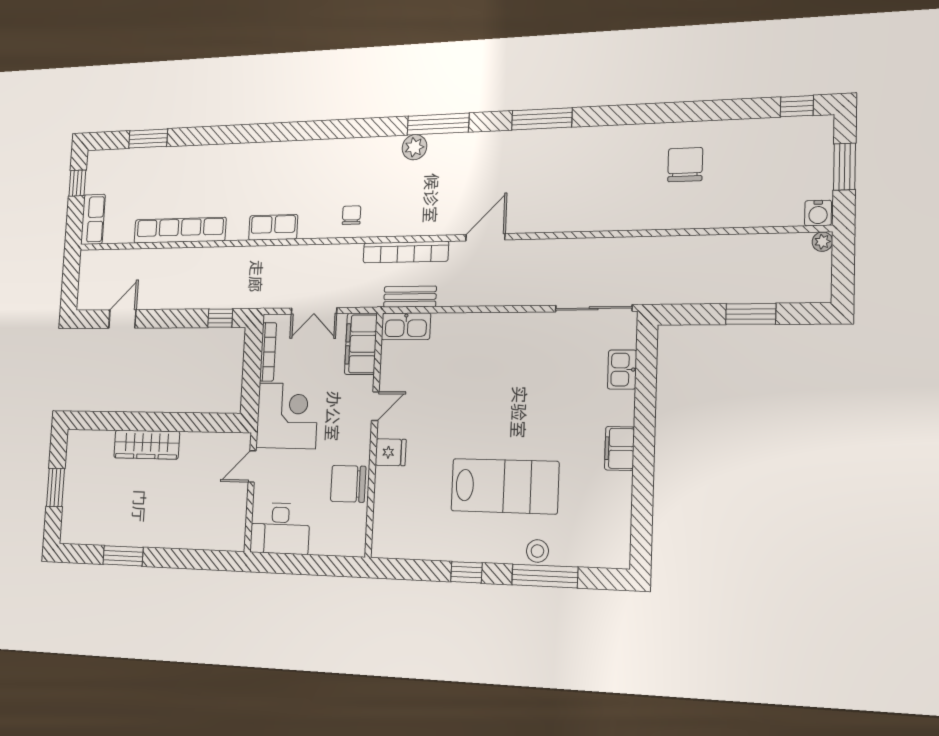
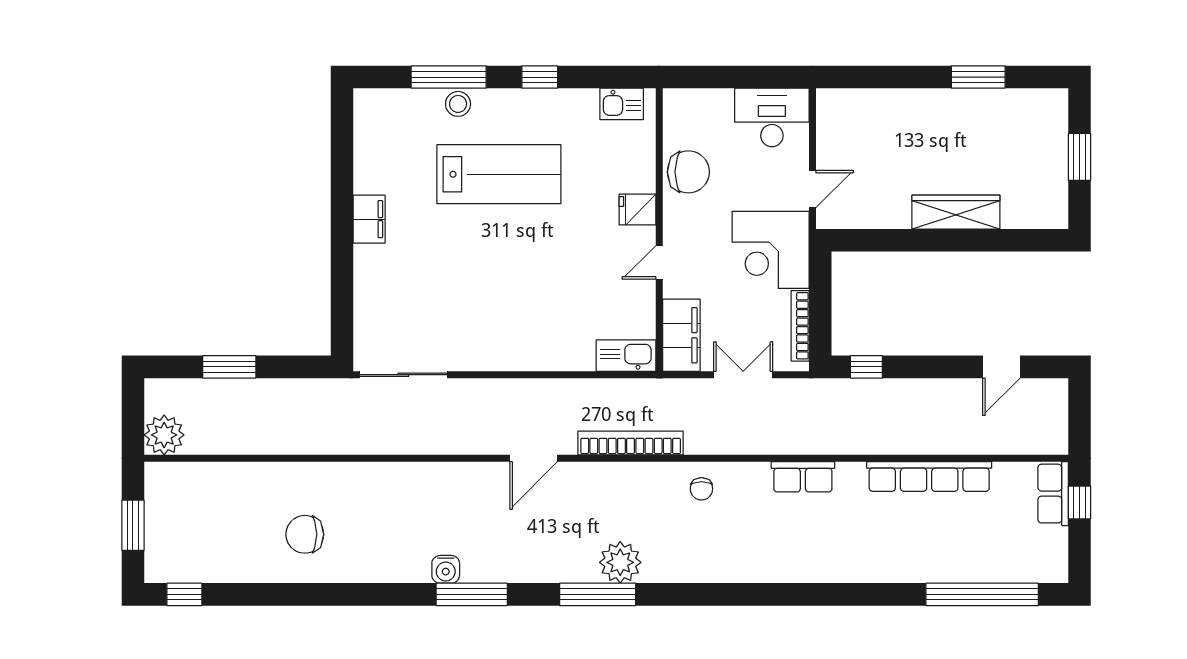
window: (148, 139) -> (982, 594), width x2.11
plant: (414, 147) -> (620, 562), width x1.36, depth x1.36
chair: (685, 165) -> (305, 534), turned 90
window: (77, 183) -> (1080, 502), moved
water cooler: (818, 213) -> (446, 569), moved, turned 180
plant: (822, 242) -> (164, 435), width x1.88, depth x1.88
bench: (410, 297) -> (623, 390), removed
kitchen sink: (622, 370) -> (622, 104), moved, turned 90
lab bench: (505, 486) -> (499, 174), turned 180

